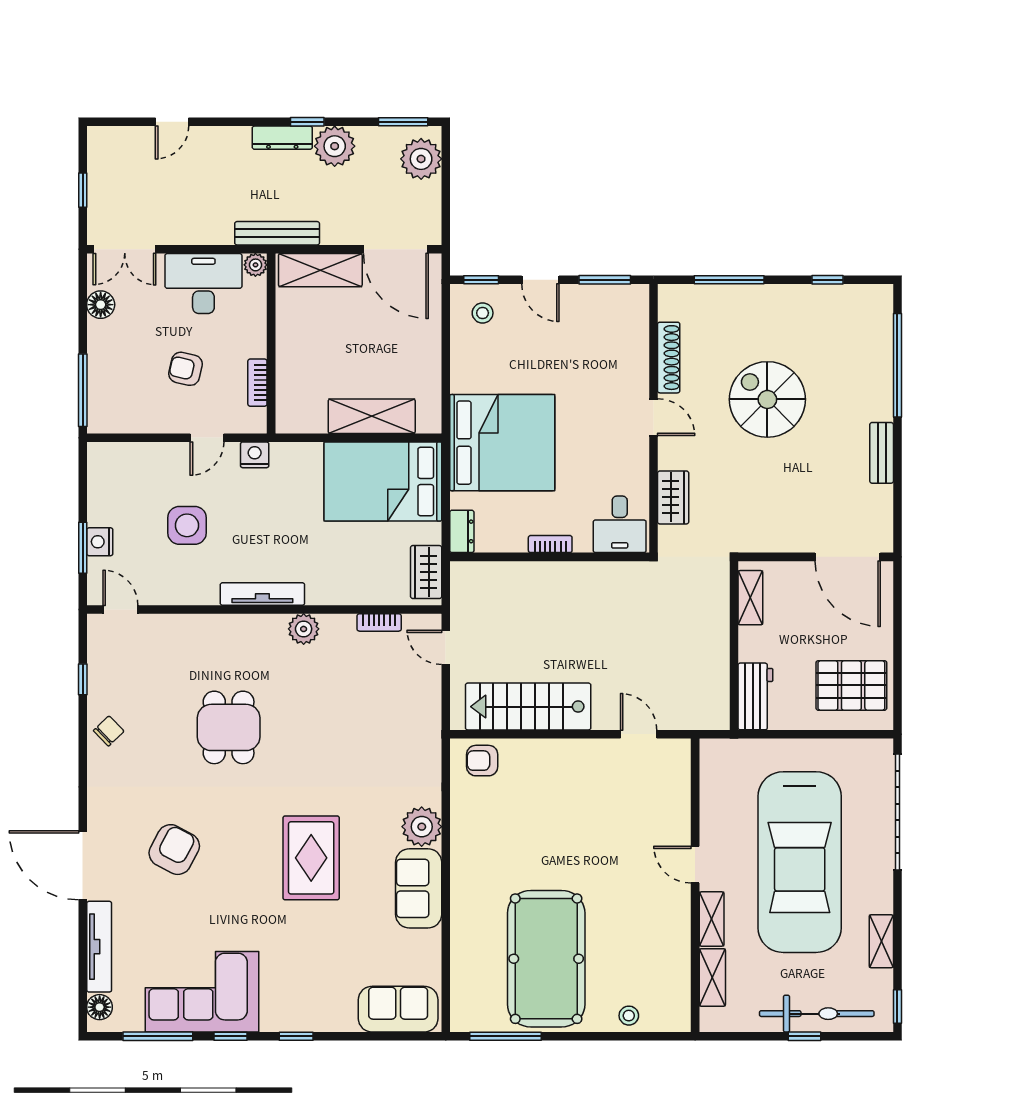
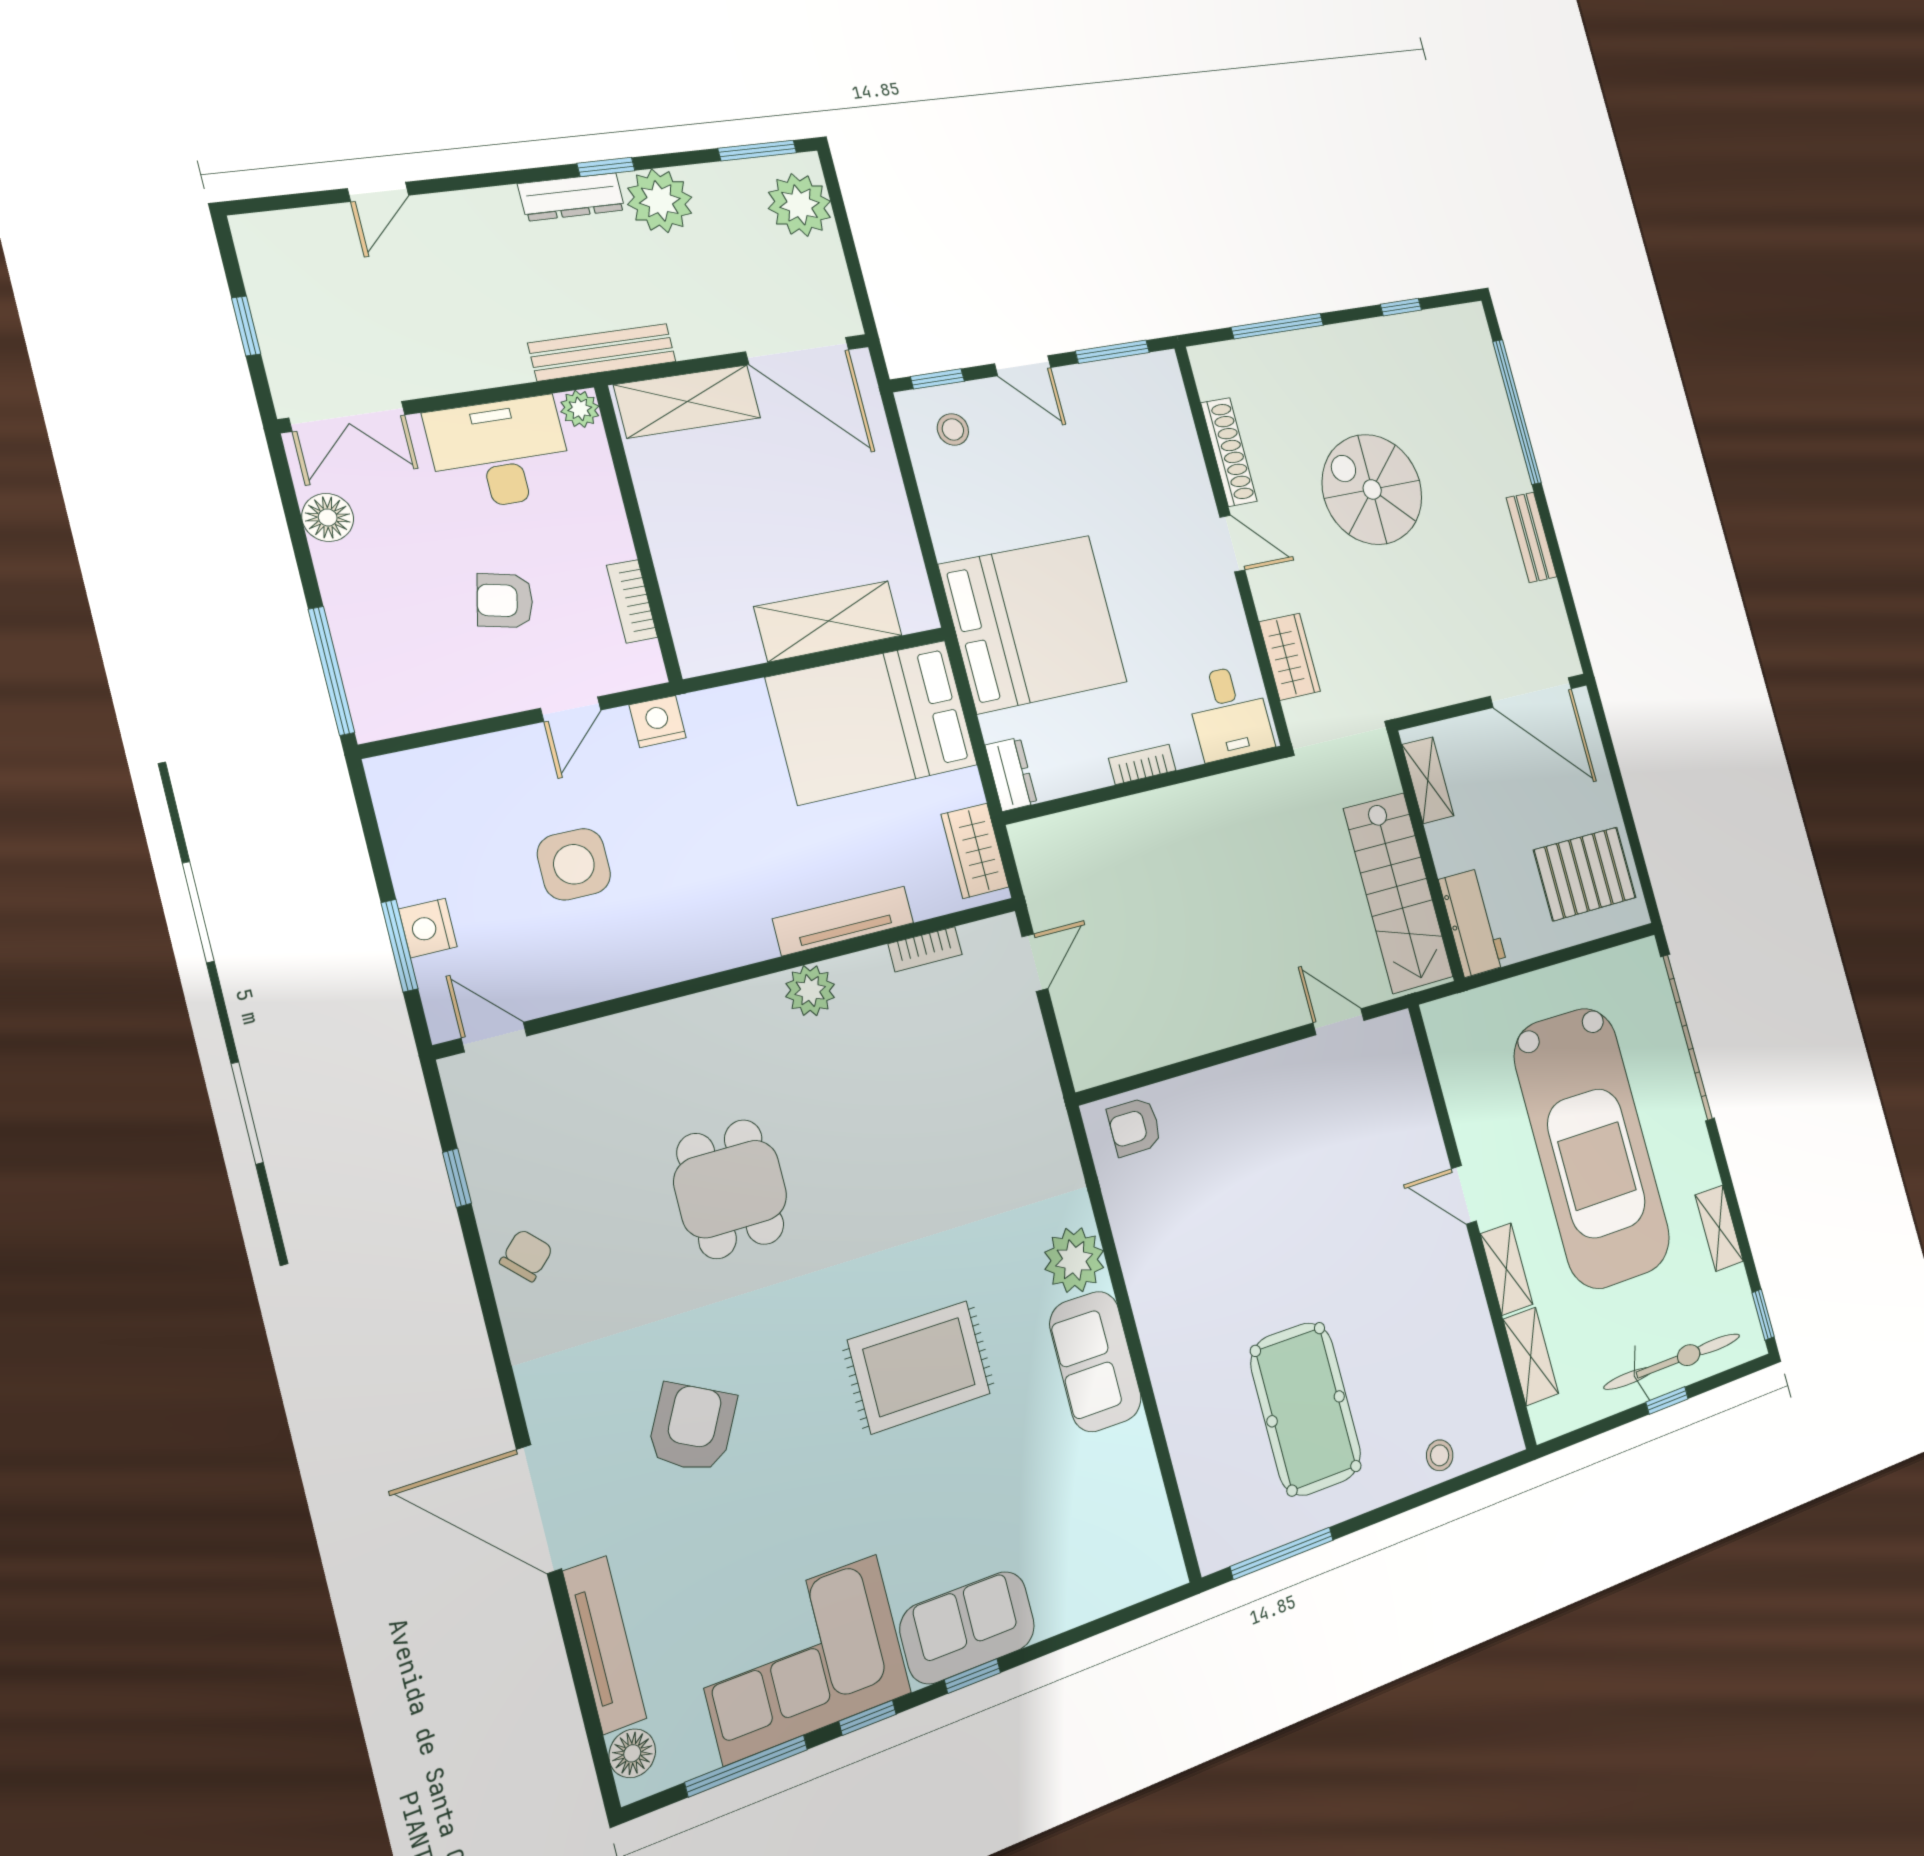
tv unit: (262, 594) -> (844, 921), moved
door: (446, 647) -> (1035, 963), swing flipped
stairs: (528, 707) -> (1398, 893), moved, turned -90
rug: (311, 858) -> (919, 1367), turned 90
pool table: (546, 959) -> (1306, 1409), width x0.73, depth x0.76
sofa: (398, 1009) -> (968, 1627), moved

